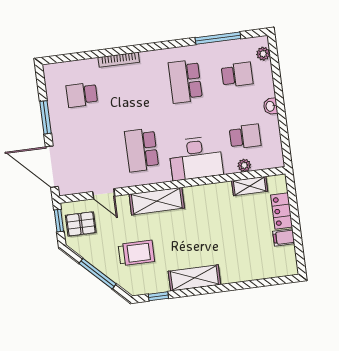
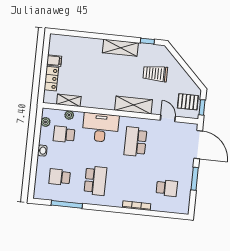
plant: (263, 54) -> (46, 122), moved
school desk: (142, 150) -> (135, 142), turned 180
window: (98, 274) -> (185, 66), removed

